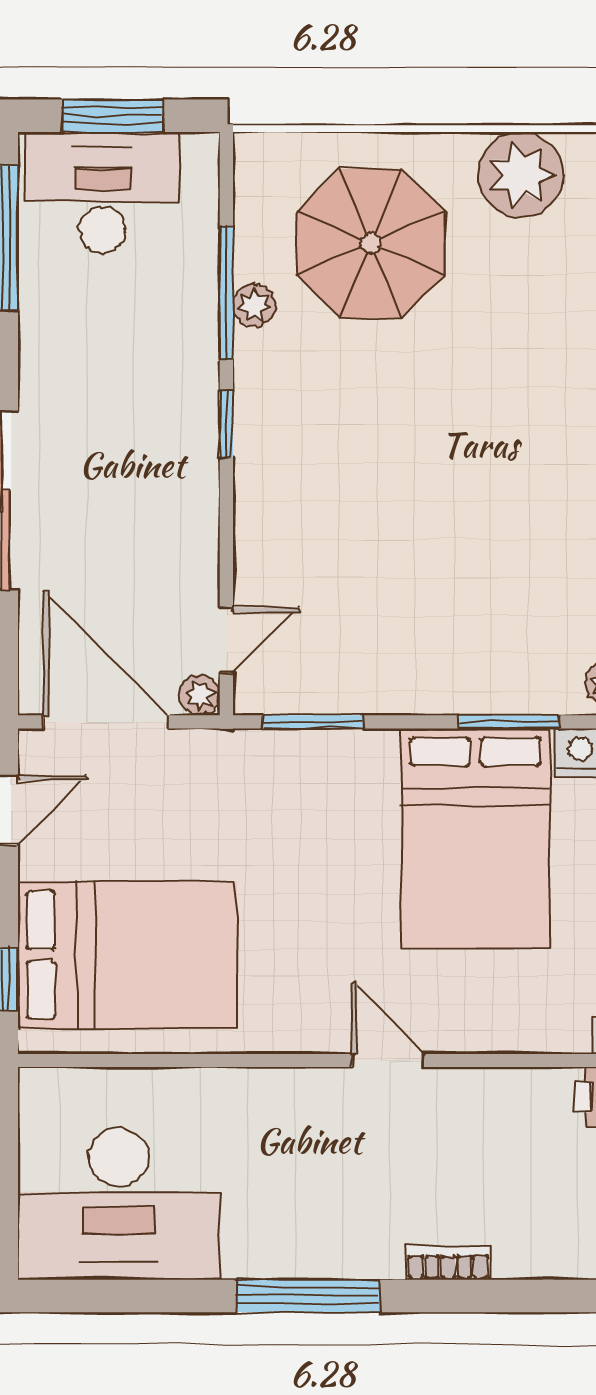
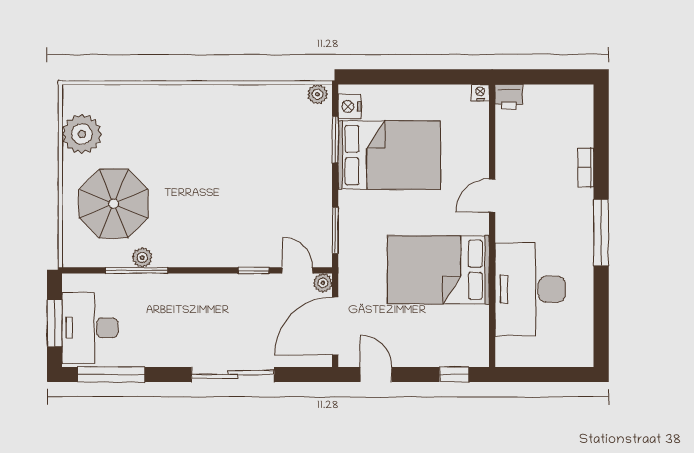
window: (226, 424) -> (254, 270), moved
bed: (127, 955) -> (438, 270), moved, turned -90
desk: (119, 1204) -> (530, 289), moved, turned 180

